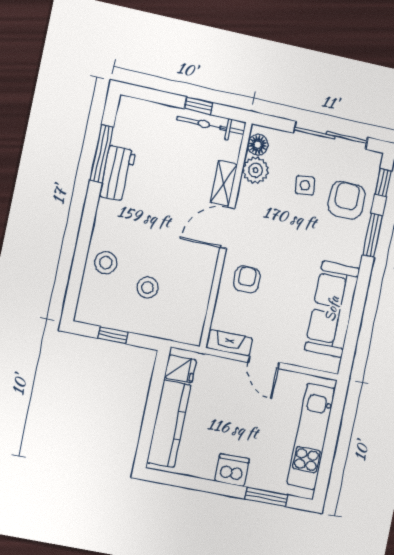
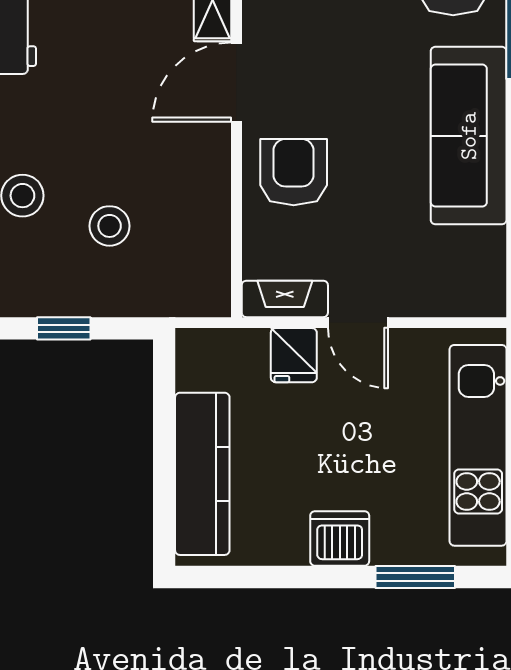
armchair: (247, 279) -> (294, 172), width x1.38, depth x1.38
sofa: (332, 309) -> (469, 136), moved
fridge: (180, 369) -> (294, 355), moved, turned 90

